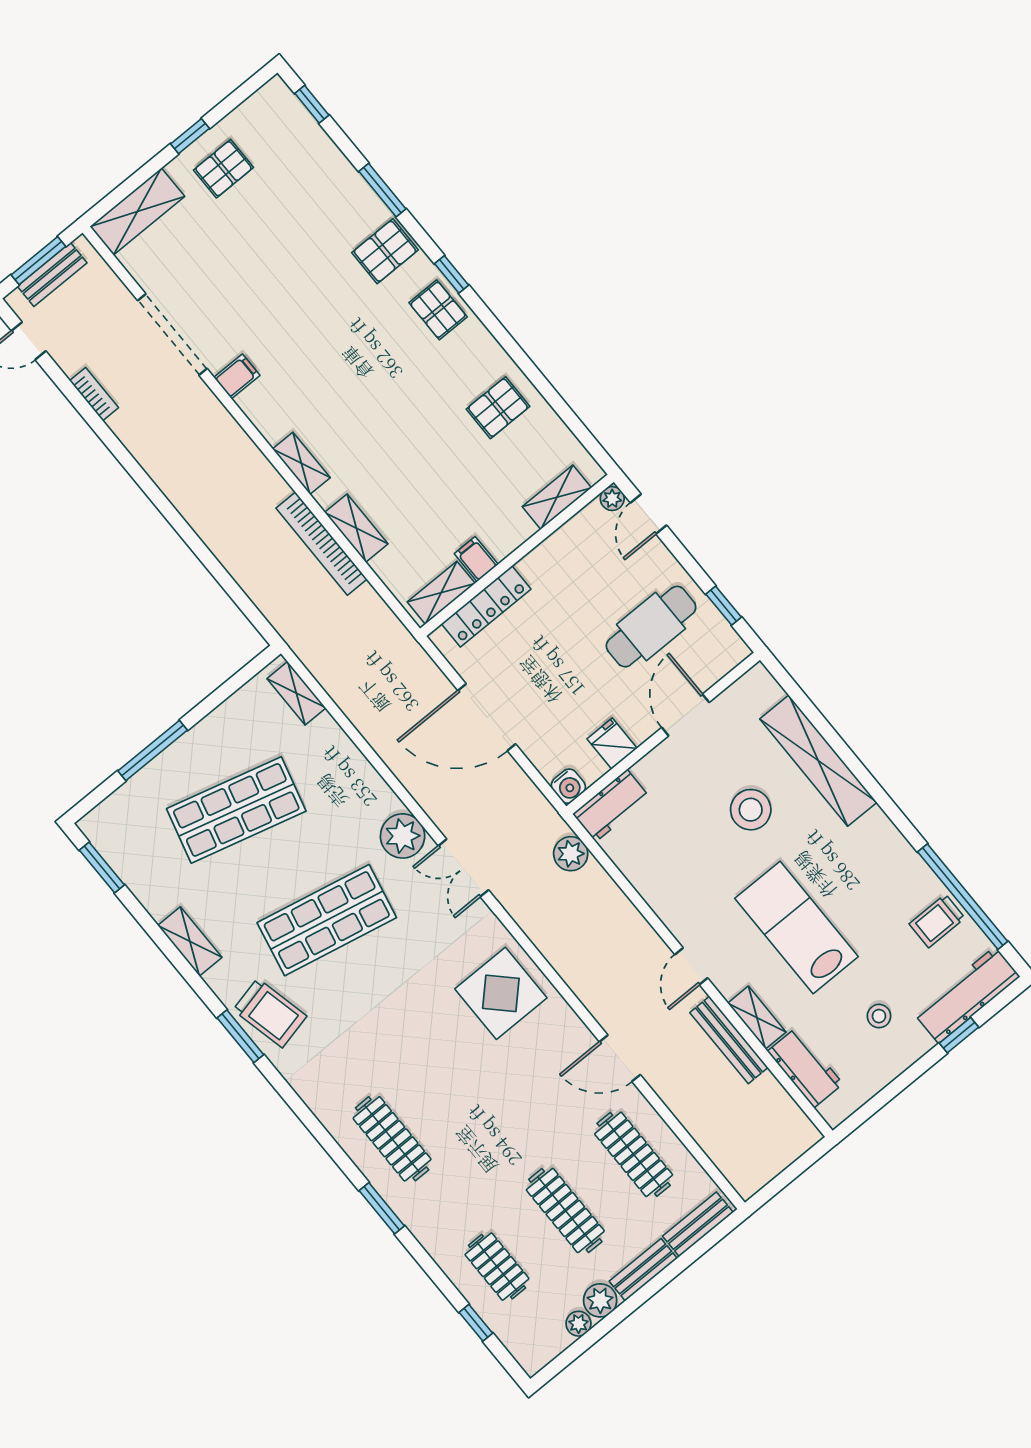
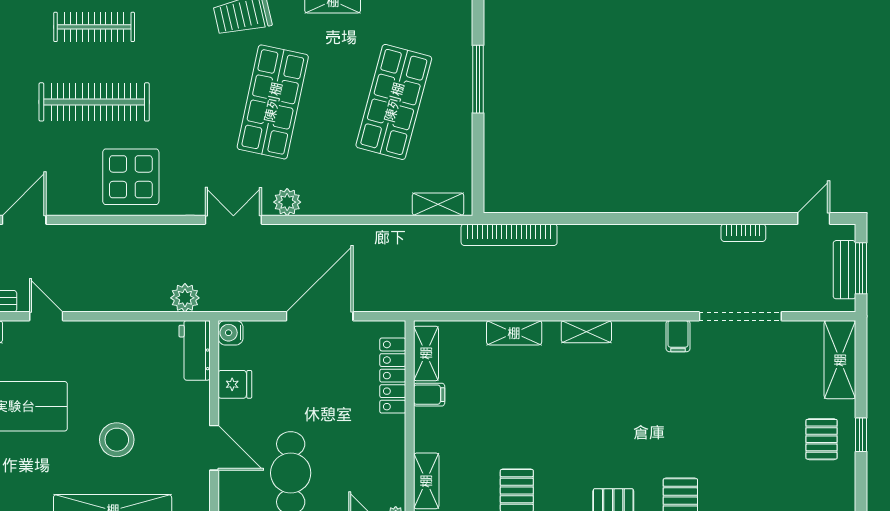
bookcase: (321, 544) -> (509, 235), moved, turned 180
plant: (403, 836) -> (287, 202), width x0.73, depth x0.73
clothes rail: (460, 1083) -> (94, 102), added

